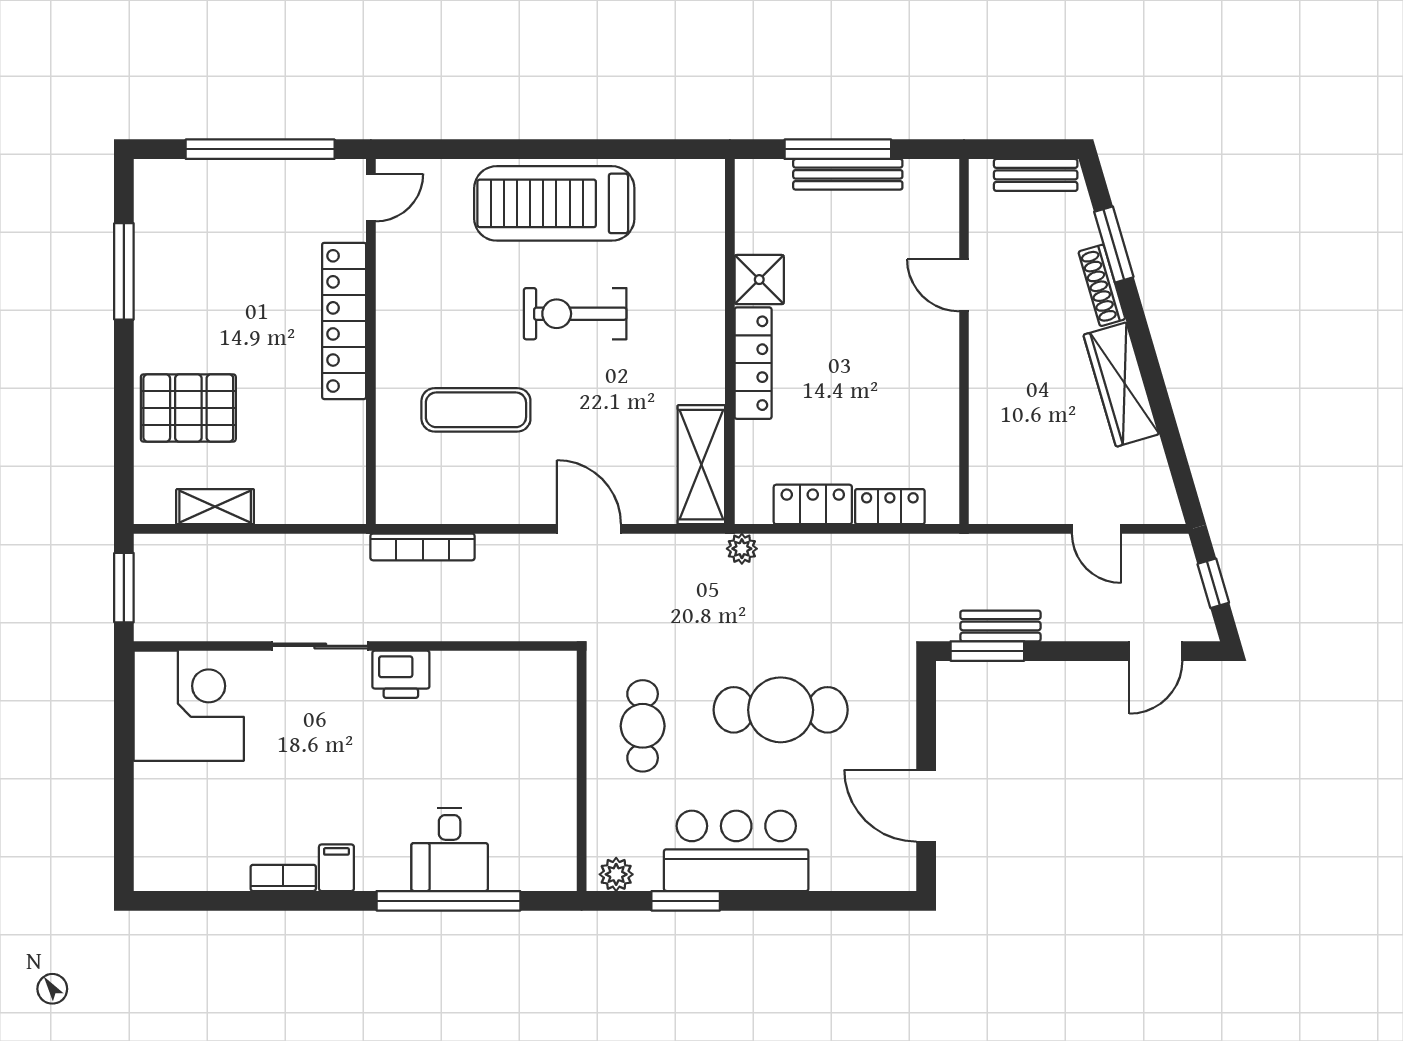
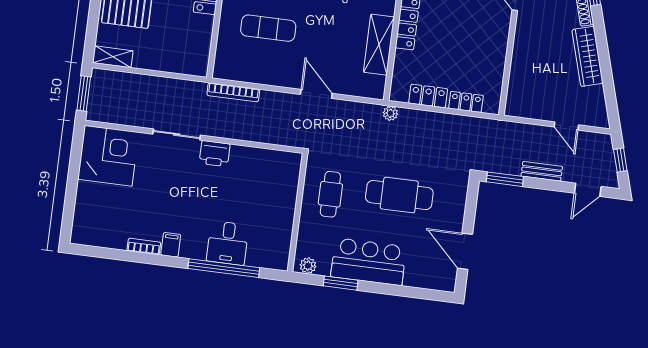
shelving: (701, 465) -> (379, 45), moved
shelving: (215, 507) -> (113, 57), moved
bench: (1000, 626) -> (542, 171), moved

